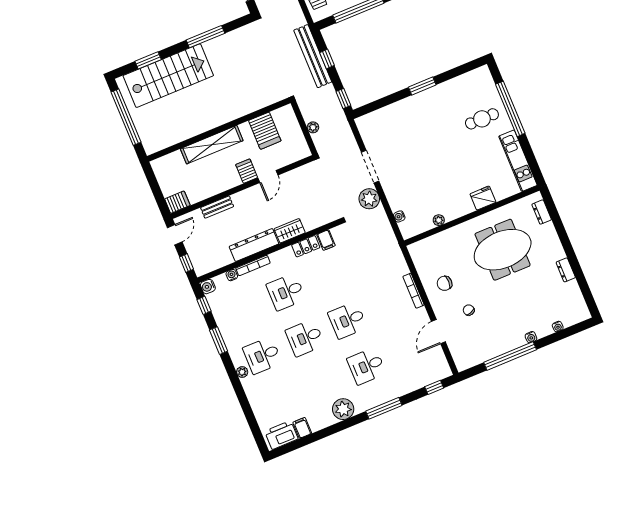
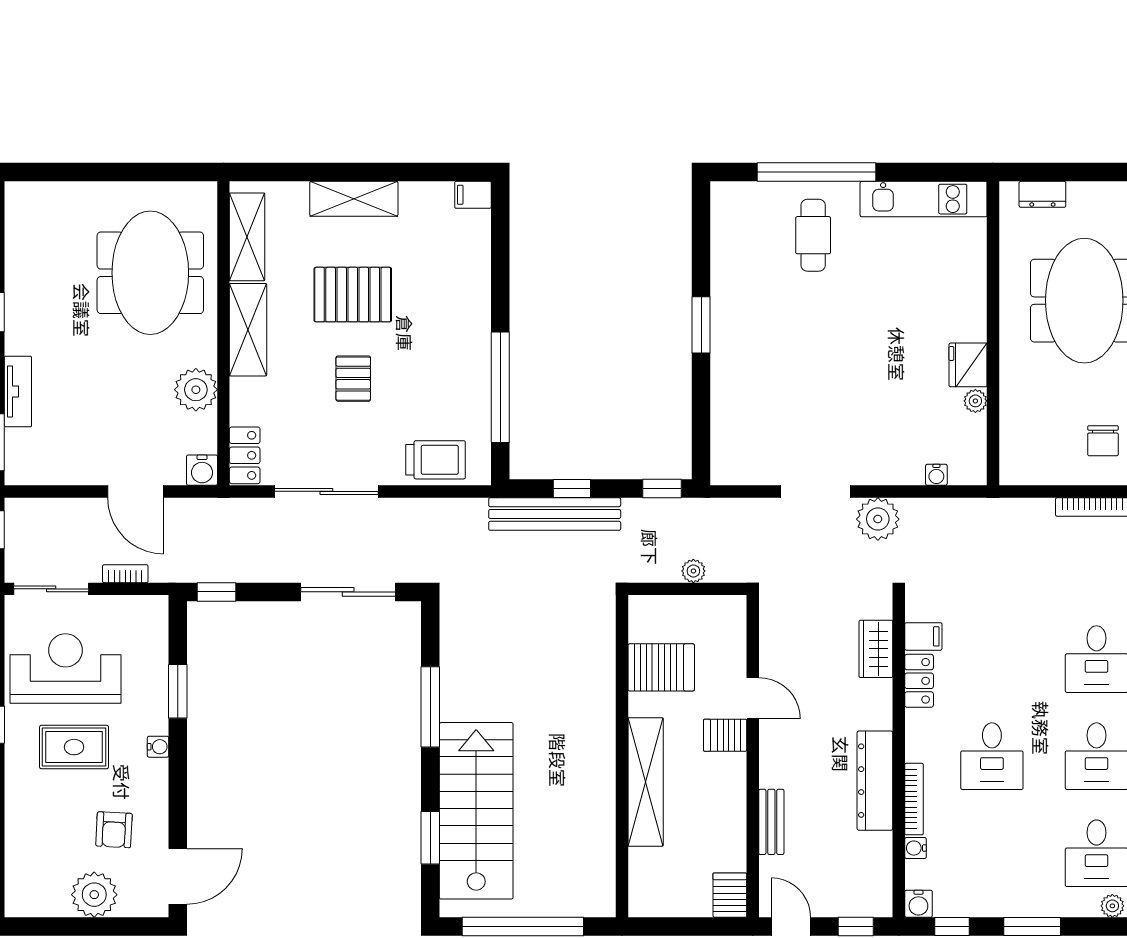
fridge: (483, 198) -> (968, 365), moved
wardrobe: (290, 231) -> (876, 649), moved

